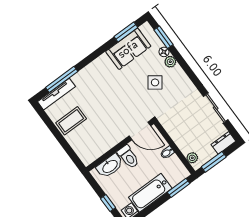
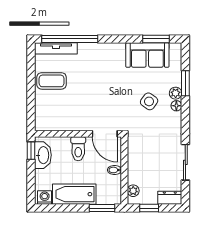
window: (164, 37) -> (185, 83), moved
floor lamp: (164, 52) -> (176, 106), moved
window: (62, 79) -> (70, 39), width x1.46
window: (214, 162) -> (149, 208), width x0.67
washbasin: (110, 166) -> (43, 155), moved, turned -90
window: (108, 203) -> (31, 151), moved

